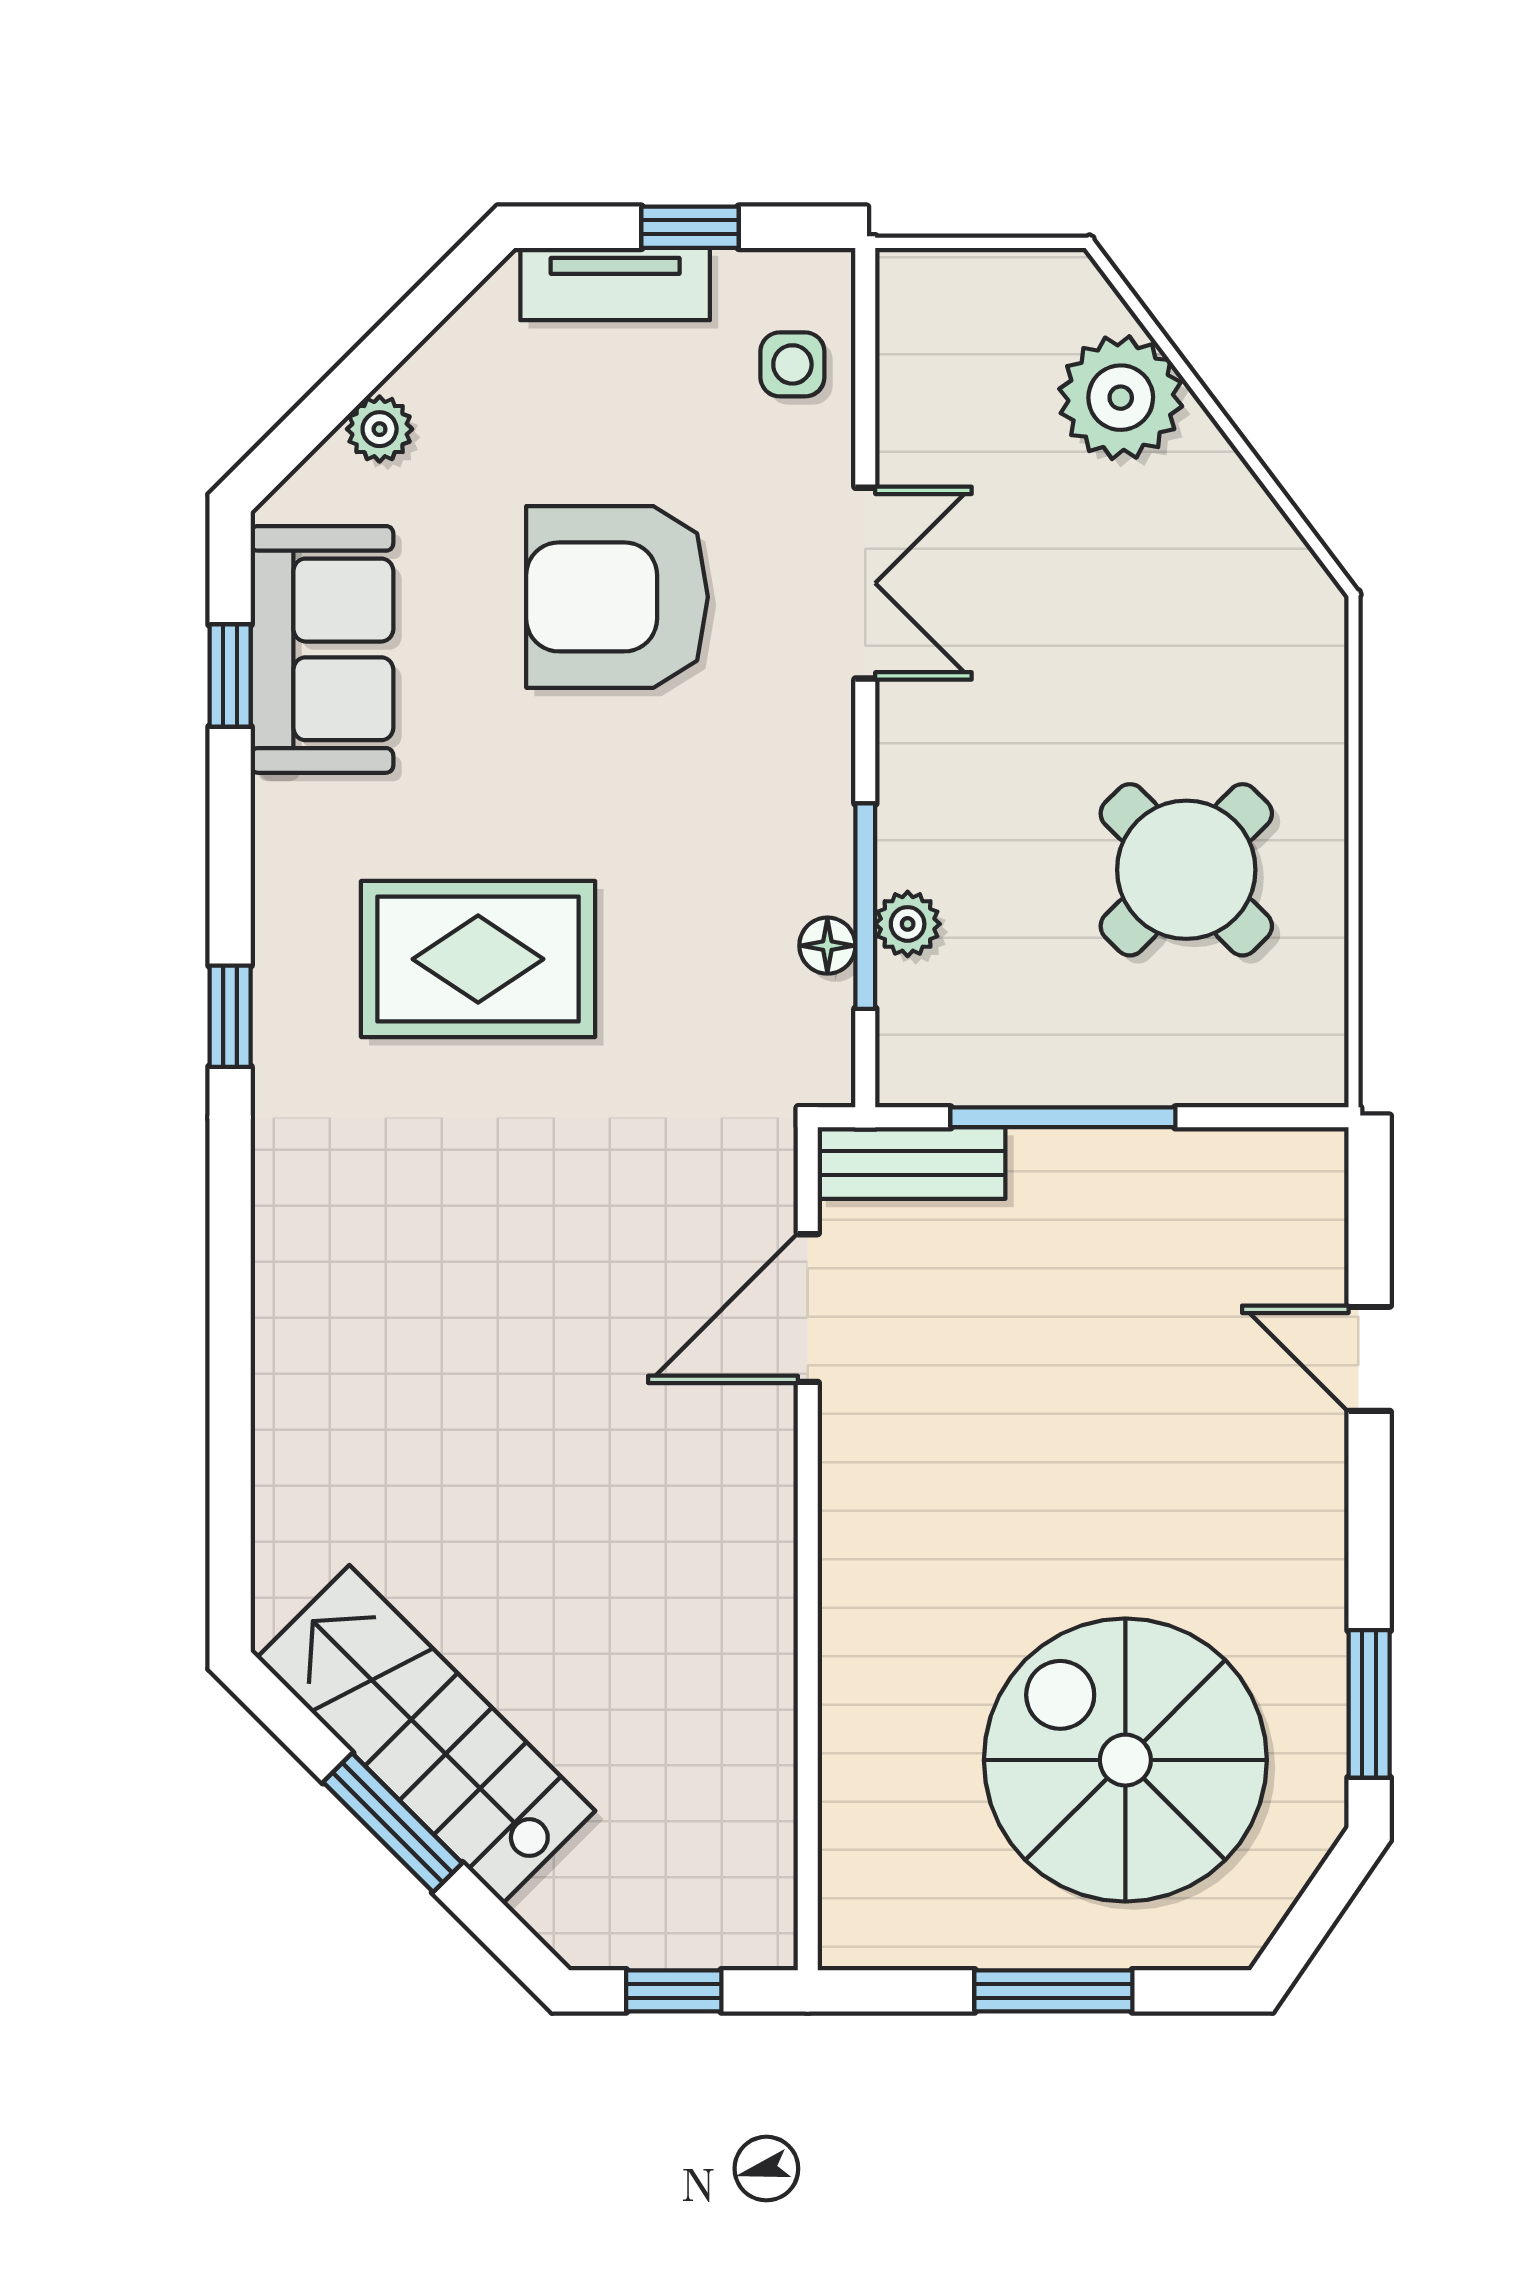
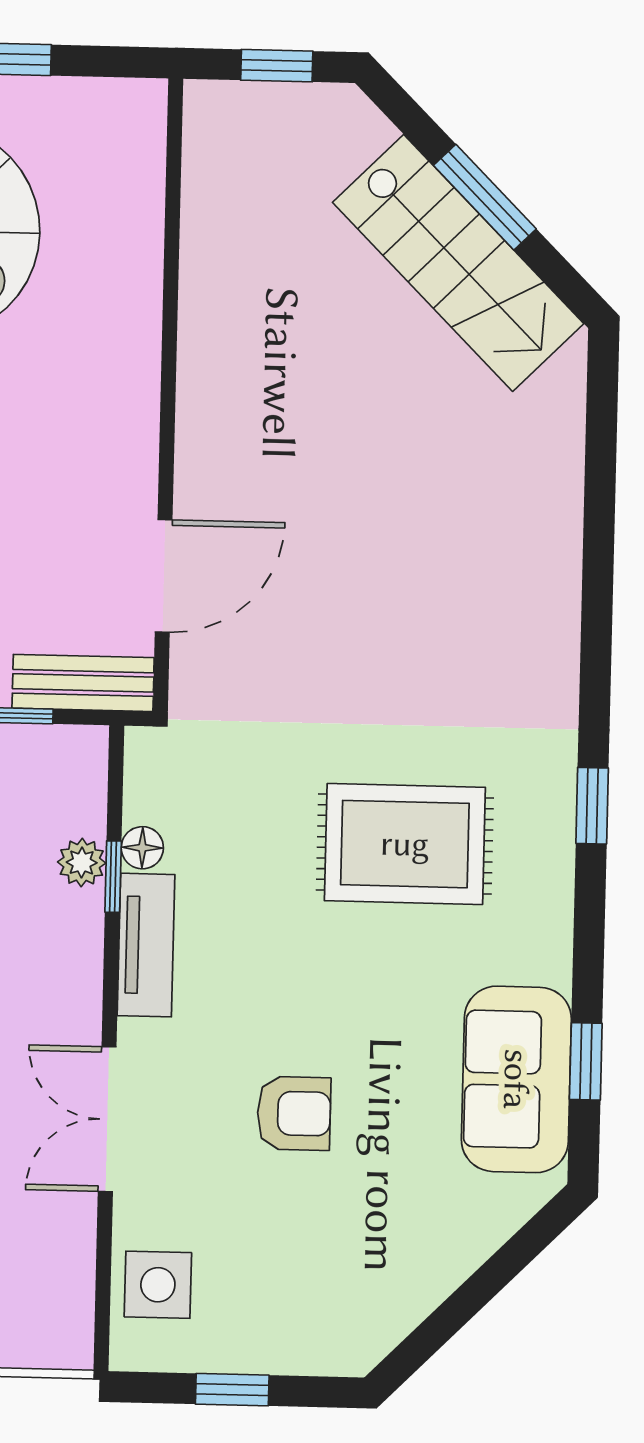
tv unit: (615, 284) -> (146, 945), moved, turned 90
side table: (792, 364) -> (158, 1285), width x1.37, depth x1.37
plant: (380, 429) -> (469, 1244), removed
armchair: (617, 597) -> (294, 1113), width x0.53, depth x0.53
window: (865, 906) -> (113, 877), width x0.46

